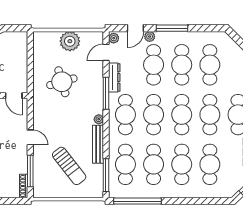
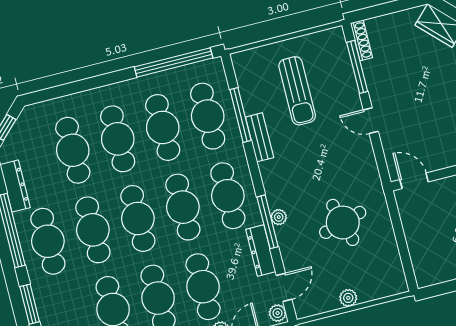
plant: (70, 41) -> (348, 298), width x0.53, depth x0.53
plant: (99, 119) -> (279, 217), moved
bench: (98, 144) -> (260, 137), width x0.73
sun lounger: (69, 166) -> (297, 91), turned -142
window: (106, 175) -> (240, 115), moved

